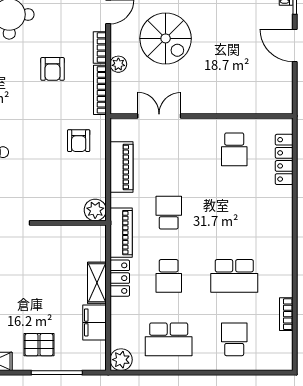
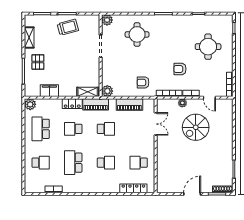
school desk: (234, 213) -> (106, 163), added
shelving: (97, 283) -> (88, 92), moved

